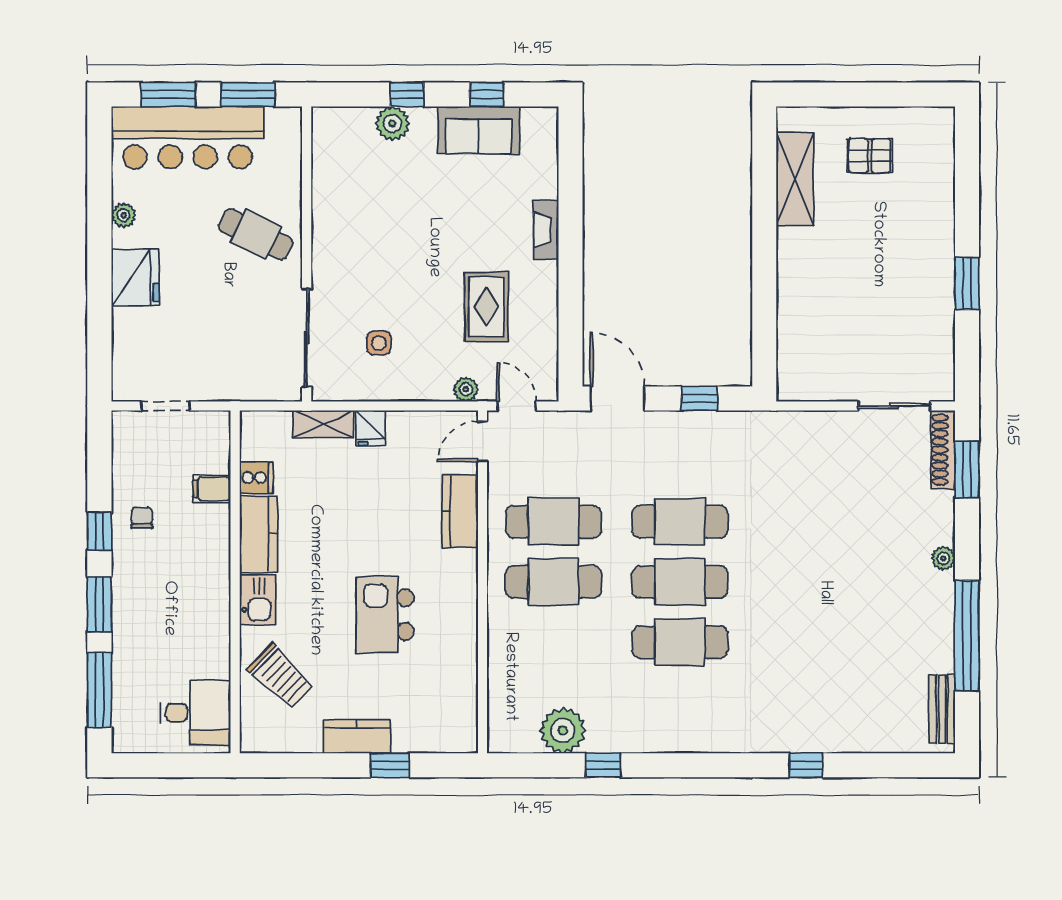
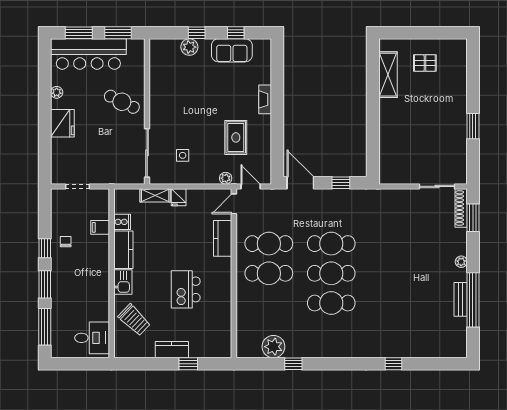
bench: (942, 709) -> (461, 299), moved

